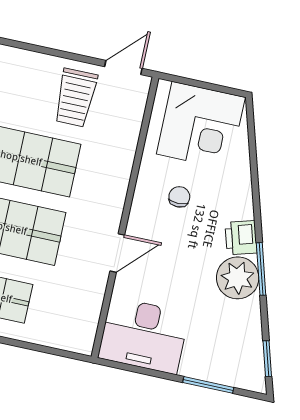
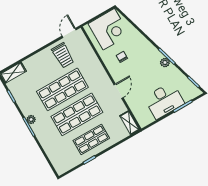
printer: (241, 238) -> (152, 52), removed
plant: (238, 278) -> (165, 63), width x0.53, depth x0.53
shelving: (86, 328) -> (130, 123), added
desk: (144, 335) -> (164, 100), moved

